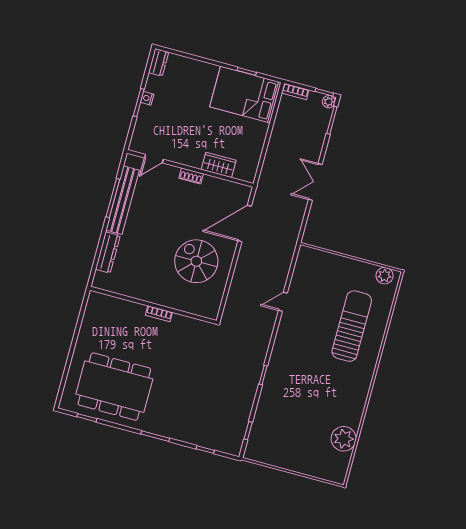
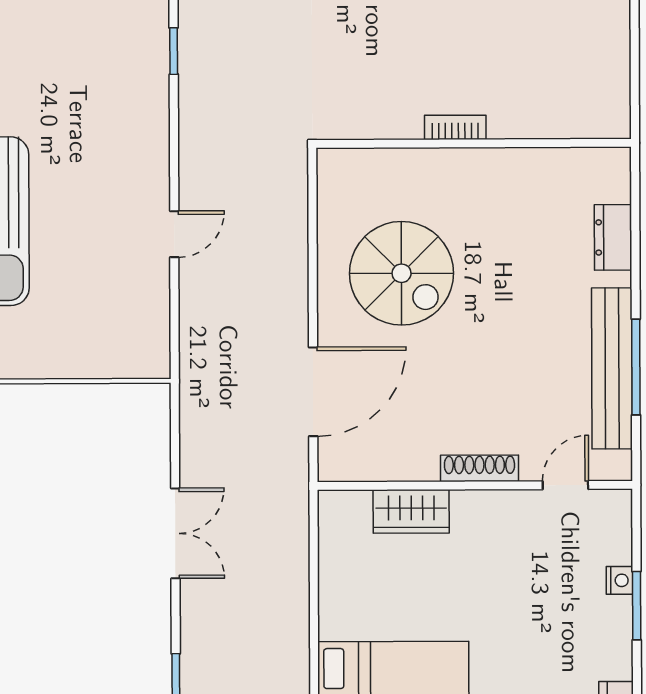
nightstand: (147, 98) -> (620, 580), moved
shoe rack: (191, 176) -> (479, 468), width x1.43
dresser: (108, 252) -> (613, 237), width x0.70

